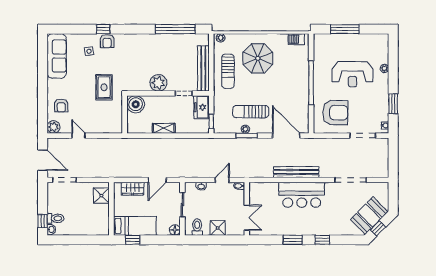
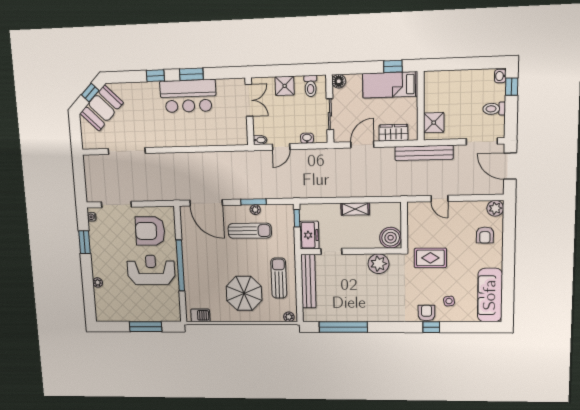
reception desk: (352, 74) -> (151, 270), moved
plant: (158, 83) -> (379, 264), moved
rug: (104, 87) -> (430, 258), turned 90
armchair: (61, 106) -> (485, 235), turned 180
door: (78, 136) -> (439, 199), moved
bench: (296, 172) -> (424, 153), moved
bar counter: (302, 195) -> (188, 96), moved, turned 180
toilet: (55, 218) -> (494, 109), moved
double door: (247, 218) -> (249, 100), swing flipped

